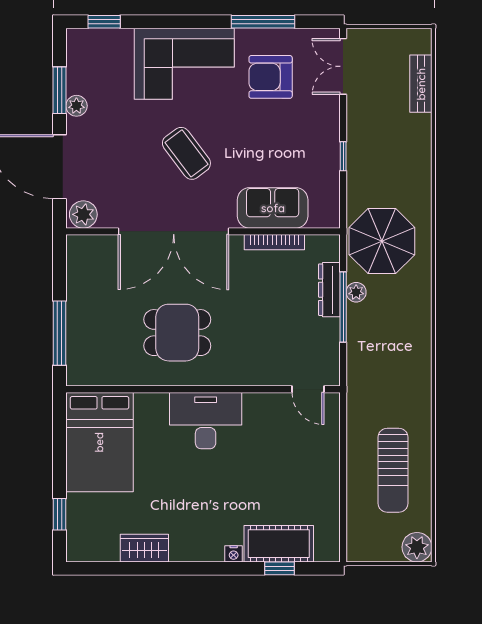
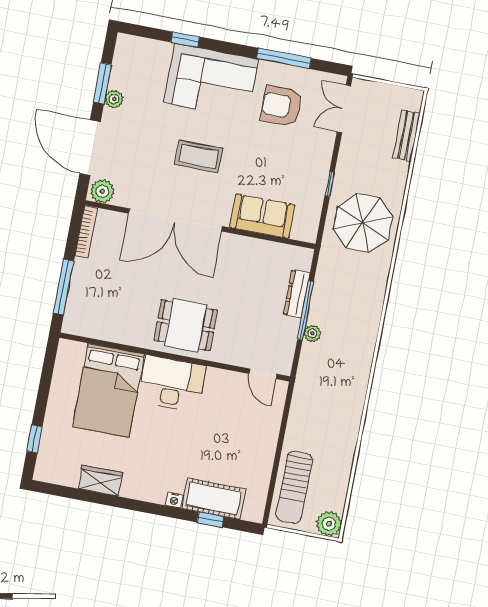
window: (104, 22) -> (185, 40), moved
coffee table: (186, 153) -> (199, 157), turned -53
parasol: (382, 241) -> (363, 223), moved
bookcase: (274, 242) -> (86, 232), moved, turned -90
plant: (356, 292) -> (312, 333), moved
dining table: (177, 333) -> (186, 325), moved
bed: (99, 442) -> (108, 390), moved
sun lounger: (393, 470) -> (294, 487), moved

